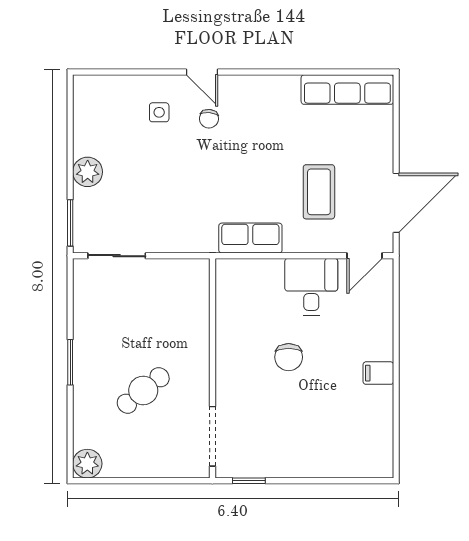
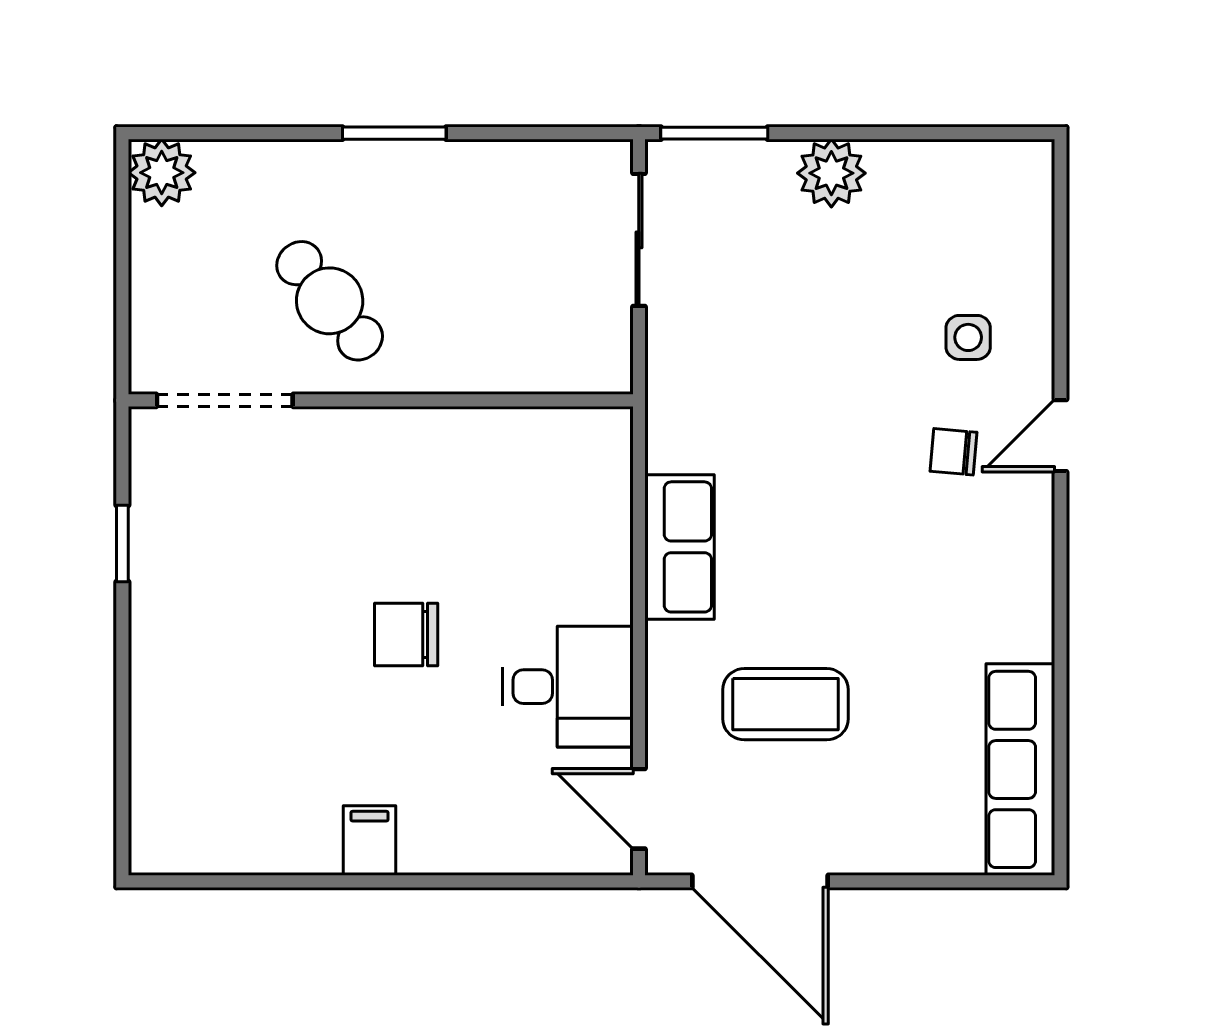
wall: (212, 368) -> (381, 400), moved
doorway: (212, 436) -> (225, 400), moved

